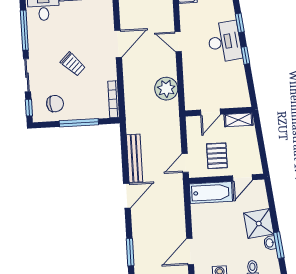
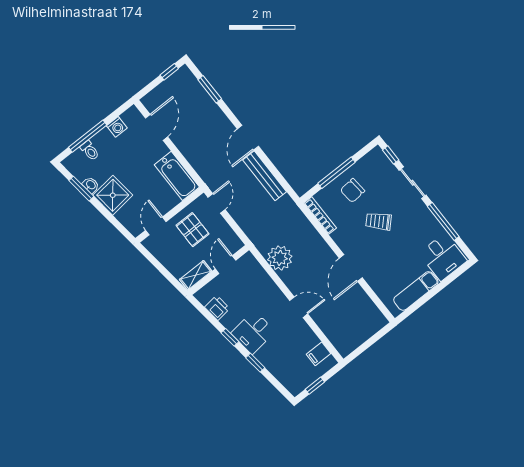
desk: (224, 42) -> (253, 332), width x0.73
printer: (239, 84) -> (217, 308), added
chair: (55, 104) -> (352, 190), moved
bathtub: (211, 193) -> (177, 176), moved, turned -90

